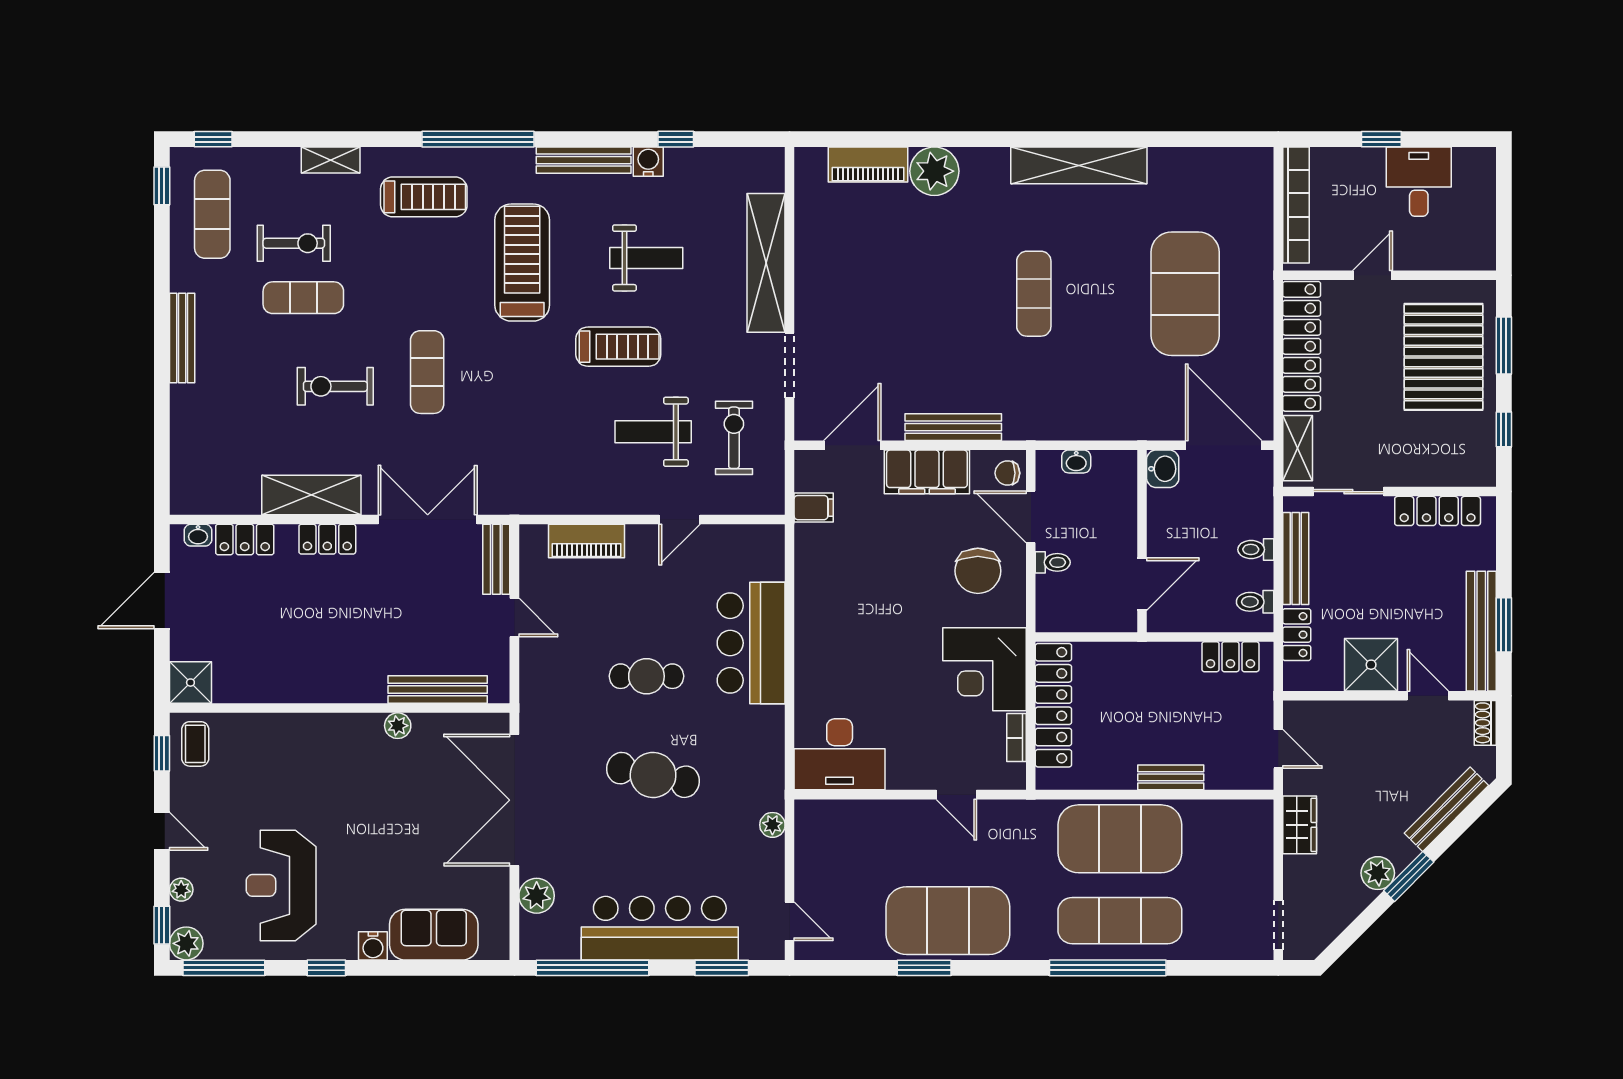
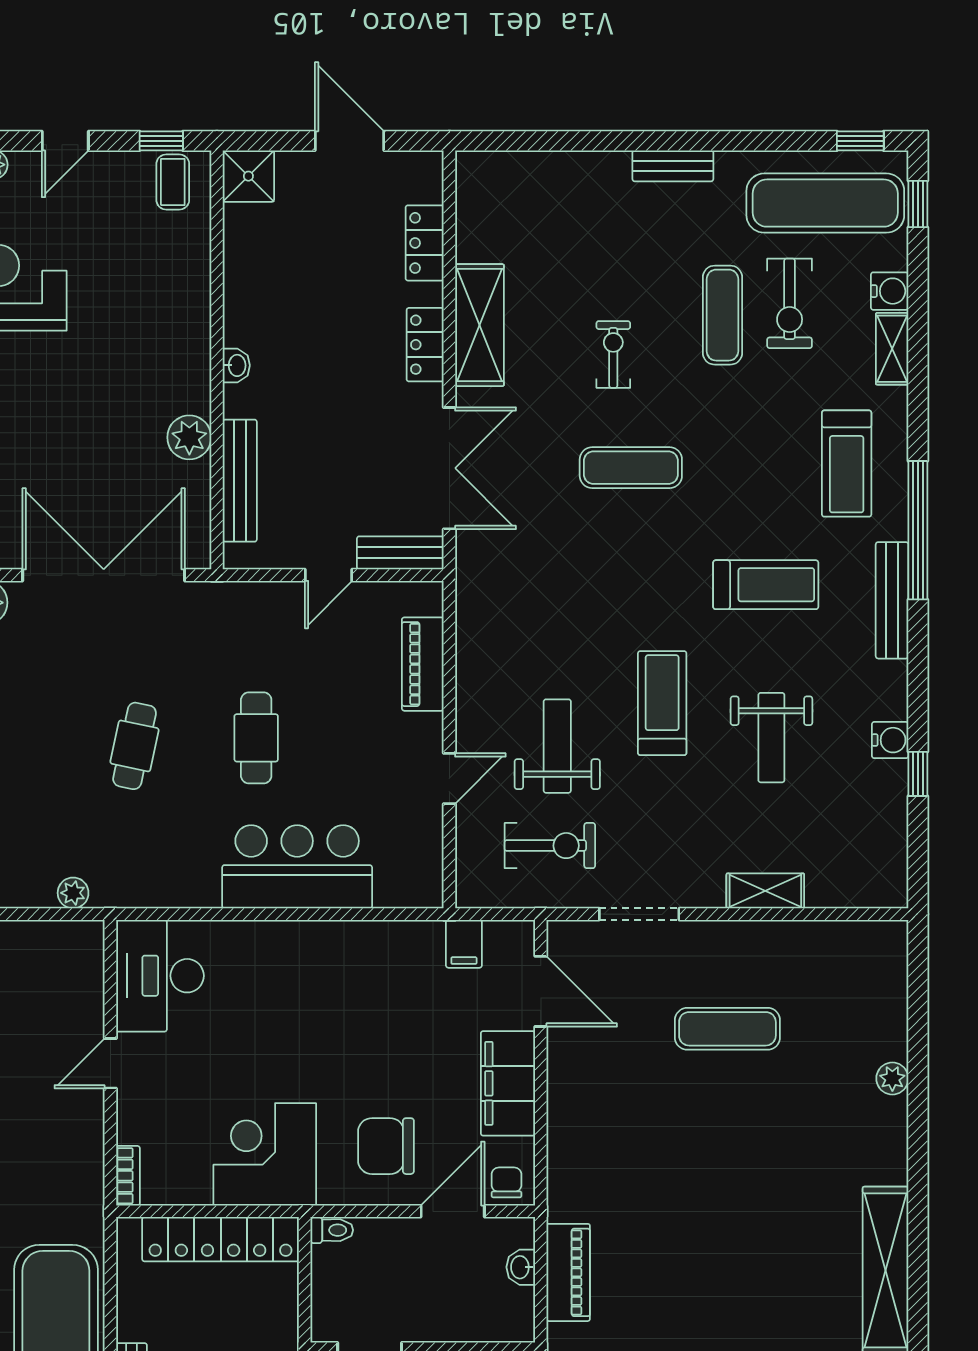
bench: (584, 160) -> (892, 600), moved
water cooler: (284, 162) -> (890, 291), added
piano: (868, 164) -> (568, 1272), moved, turned 180
plant: (934, 171) -> (892, 1078), width x0.53, depth x0.53
exercise mat: (212, 214) -> (825, 203), width x1.36, depth x1.45
treadmill: (522, 263) -> (766, 585), width x0.73, depth x0.73
shelving: (766, 263) -> (765, 891), width x0.45, depth x0.75
exercise mat: (1034, 294) -> (727, 1029), moved
bench: (182, 338) -> (673, 166), width x0.73
treadmill: (618, 347) -> (662, 703), turned 180
exercise bike: (335, 386) -> (613, 355), width x0.73, depth x0.72
bench: (953, 427) -> (563, 1116), removed
door: (680, 519) -> (449, 779), swing flipped
washbasin: (198, 535) -> (236, 365), moved, turned 180
toilet: (1053, 562) -> (332, 1230), moved, turned -90
plant: (398, 726) -> (189, 437), width x1.38, depth x1.38
bookcase: (1016, 738) -> (128, 1176), moved, turned 90
coffee table: (195, 744) -> (173, 182), turned 90
cafe table: (653, 775) -> (135, 746), width x0.73, depth x0.74
door: (956, 795) -> (110, 1063), moved

